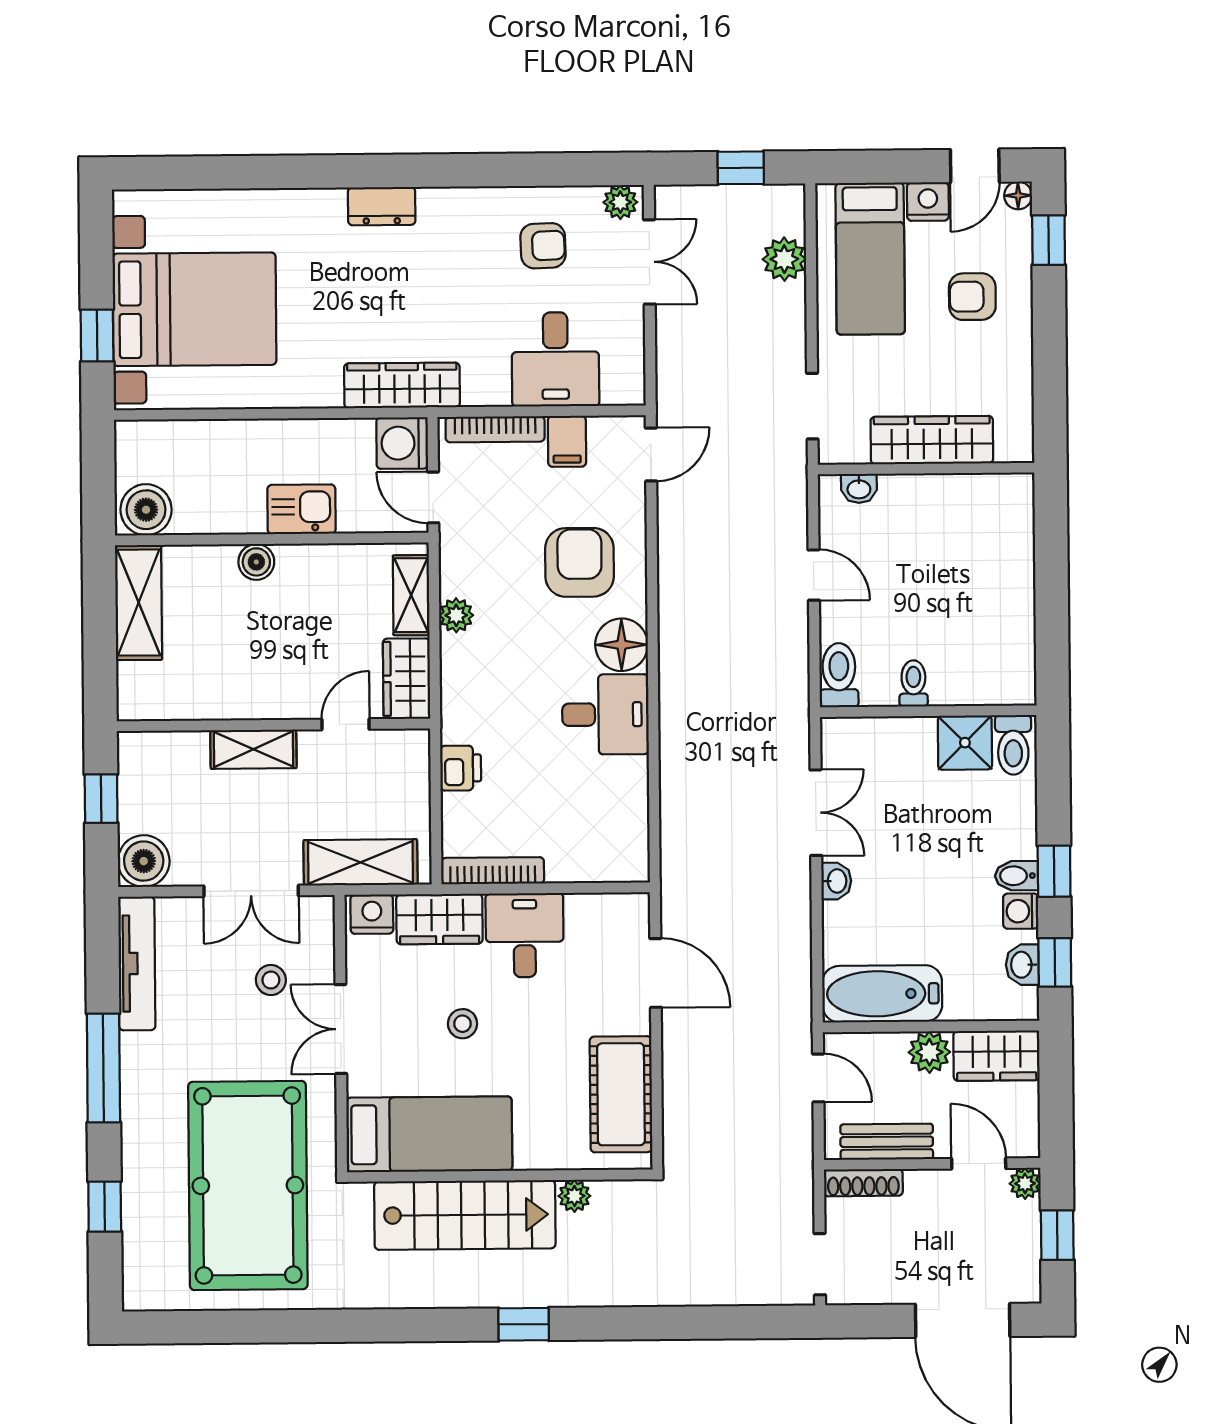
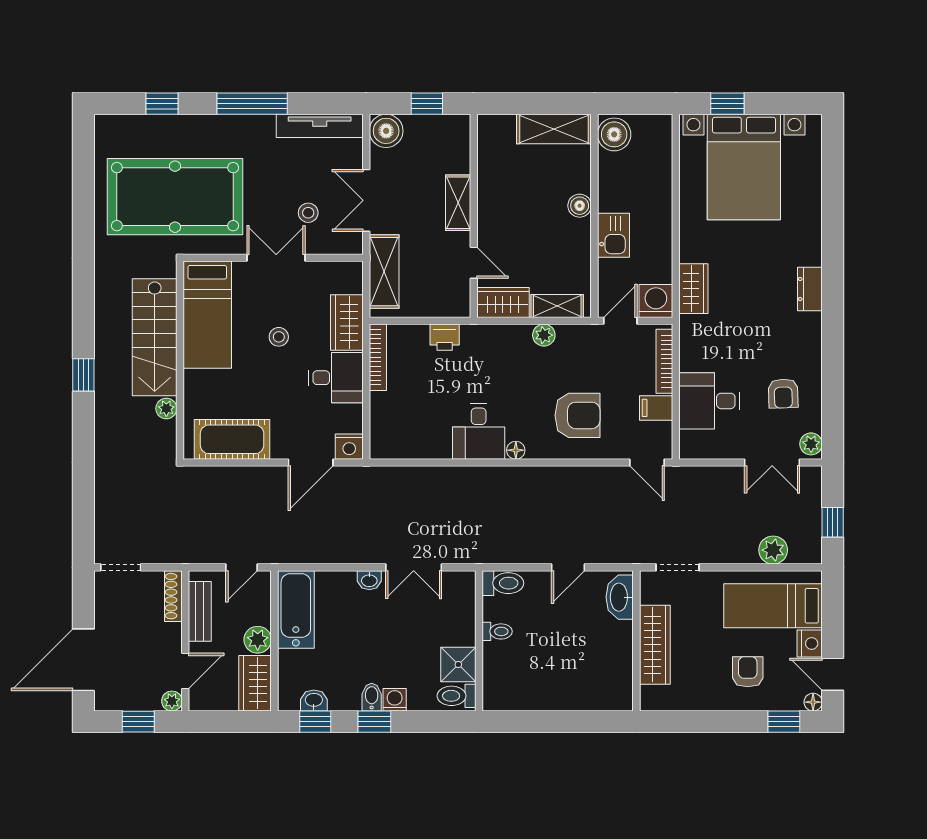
wardrobe: (402, 385) -> (693, 289), width x0.67
washbasin: (859, 488) -> (620, 597), width x1.91, depth x1.45
floor lamp: (622, 645) -> (516, 450), width x0.53, depth x0.53
washing machine: (1021, 911) -> (395, 700), moved
nightstand: (372, 914) -> (349, 447), moved, turned 90

